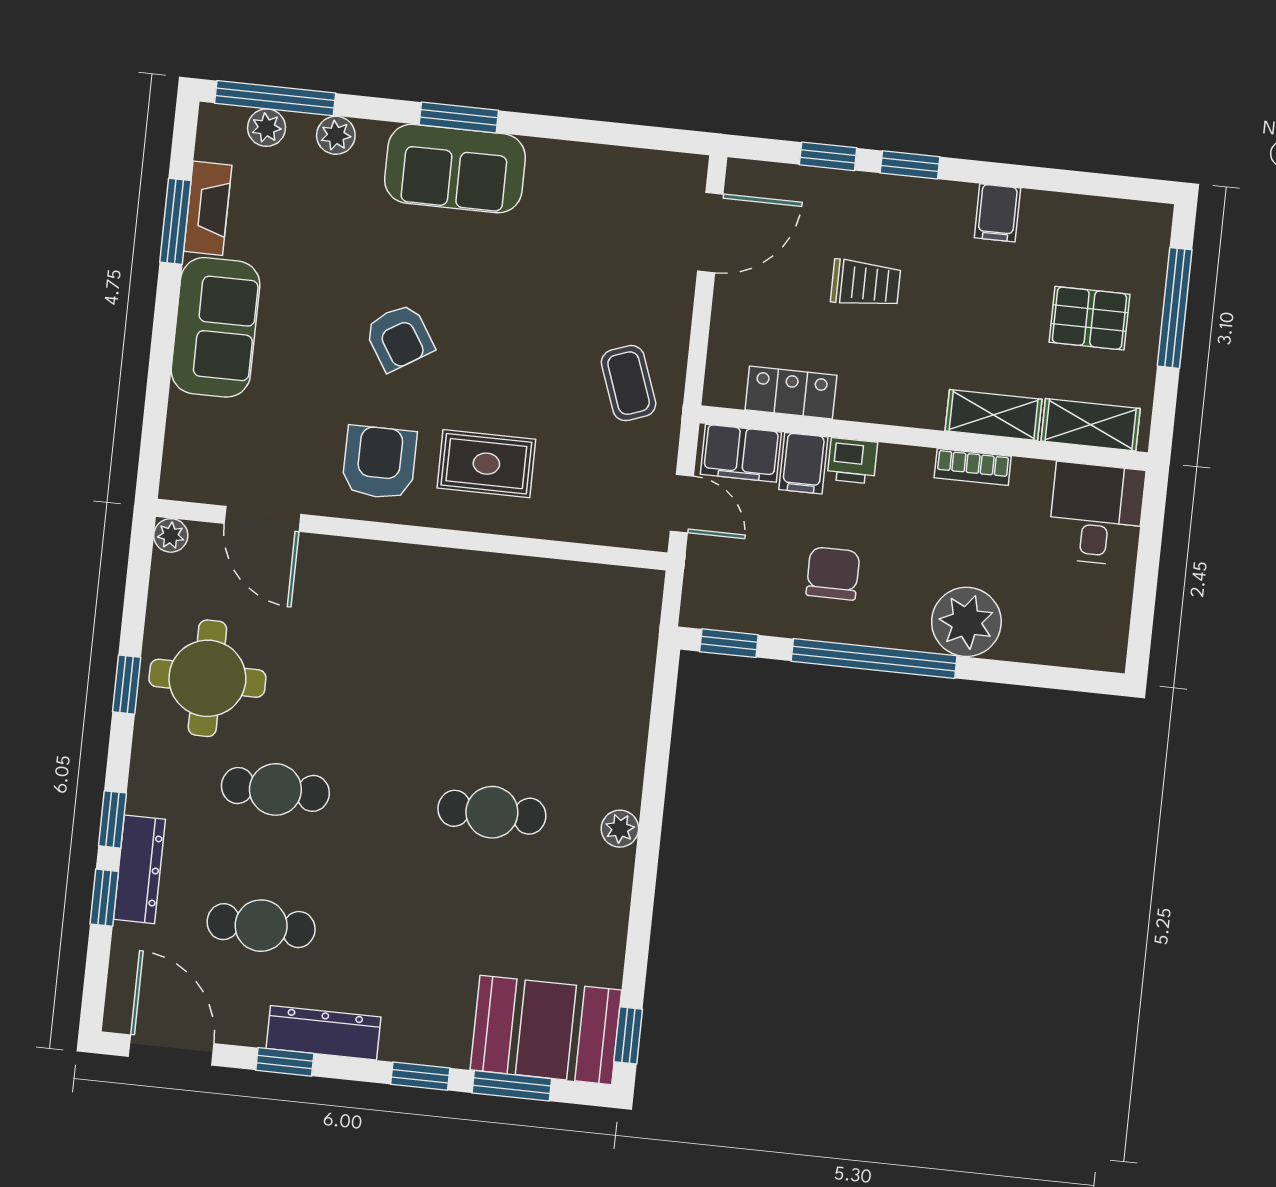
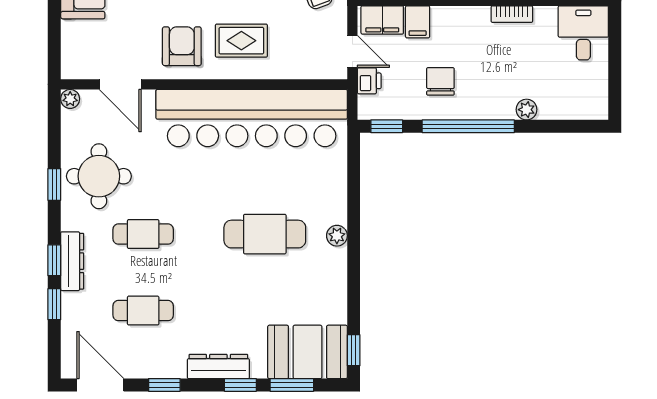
printer: (852, 461) -> (369, 81), moved, turned -90
bar counter: (490, 603) -> (252, 118), added
plant: (966, 622) -> (527, 110), width x0.53, depth x0.53
cafe table: (492, 812) -> (265, 234), width x1.37, depth x1.35
dresser: (139, 869) -> (72, 261), moved
dresser: (324, 1033) -> (218, 366), moved

